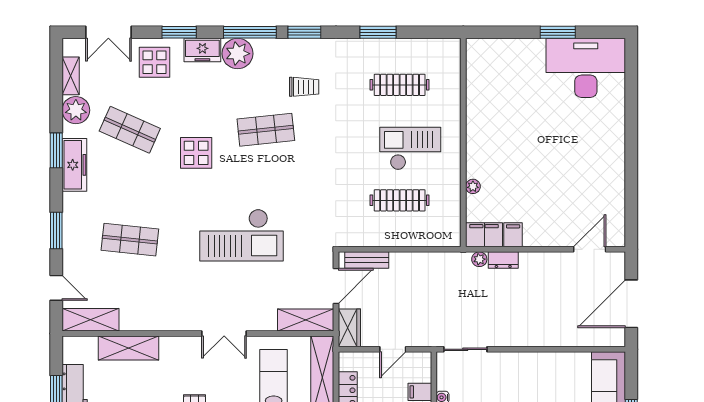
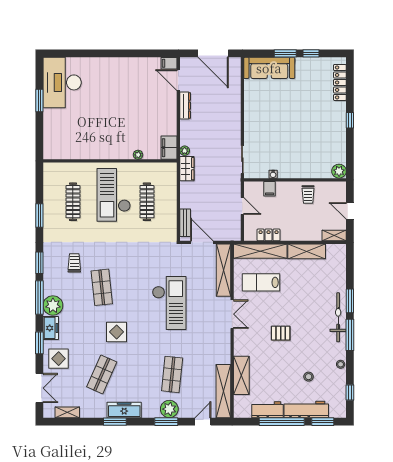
plant: (76, 110) -> (169, 409), moved
checkout: (410, 148) -> (114, 195), width x1.36, depth x1.21
filing cabinet: (513, 235) -> (169, 63), moved
dresser: (503, 260) -> (185, 106), moved, width x1.44
shelving: (91, 320) -> (223, 391), width x1.47
shelving: (306, 320) -> (224, 270), width x1.47
wardrobe: (349, 328) -> (187, 169), moved, turned 90

